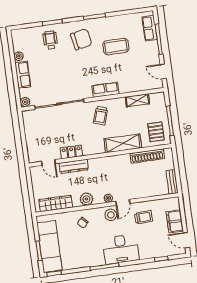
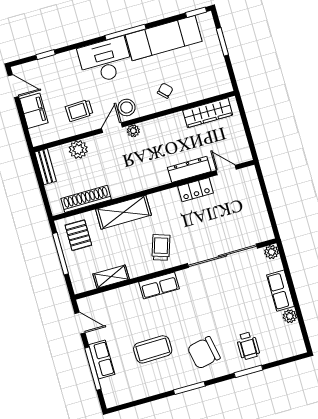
row of seats: (150, 28) -> (102, 360), moved
plant: (86, 199) -> (78, 149), moved
exam couch: (49, 246) -> (164, 38), moved, turned -90

